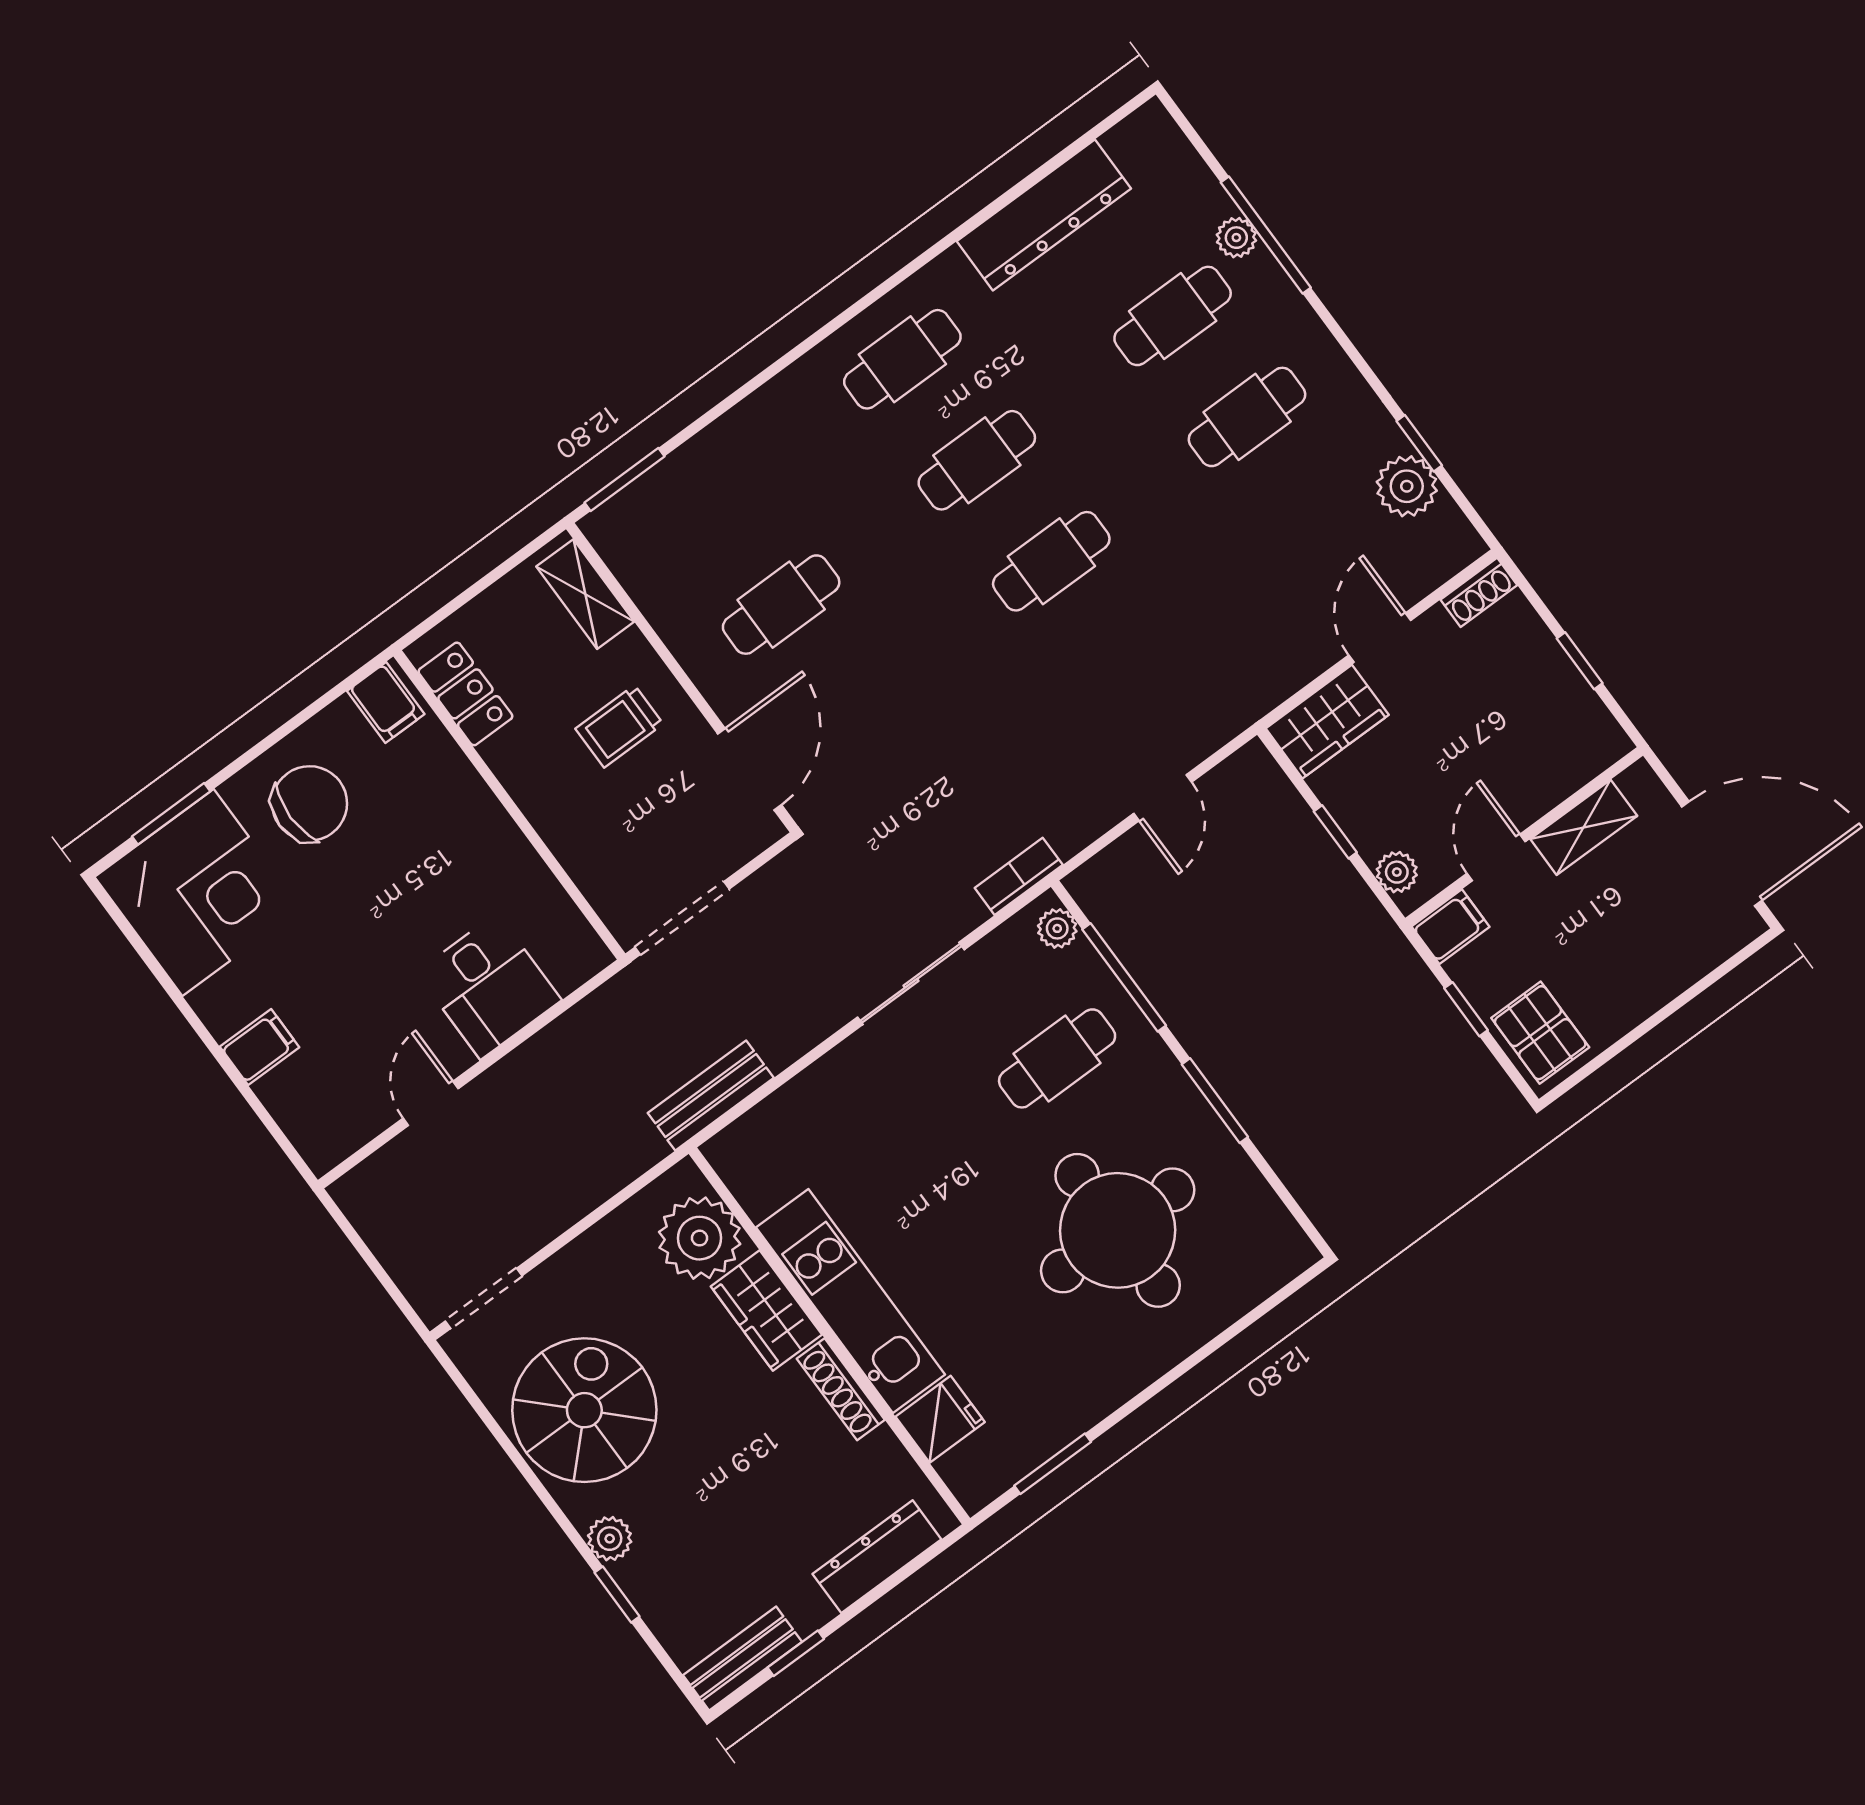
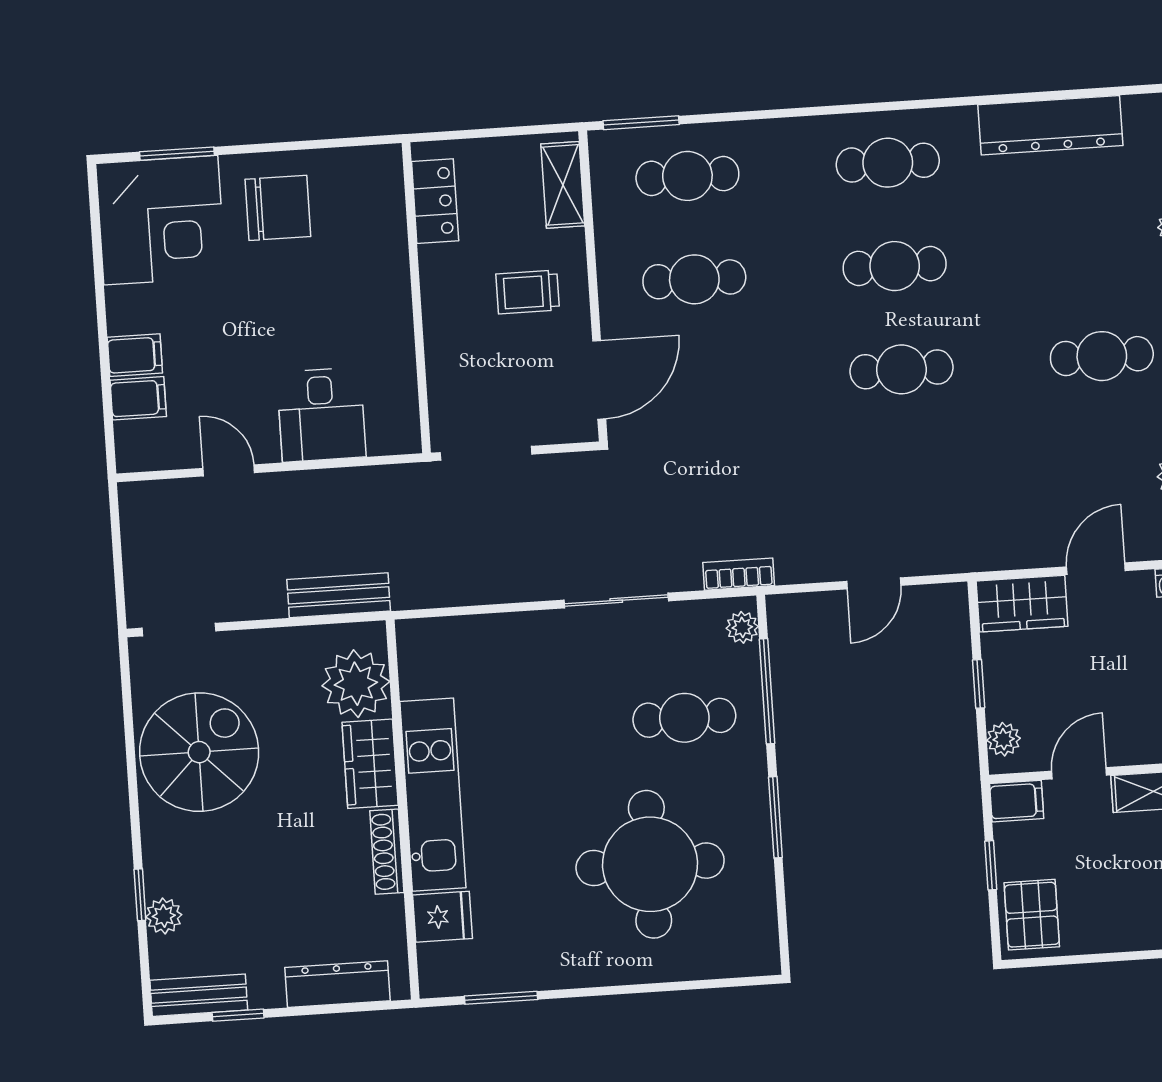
cafe table: (1173, 316) -> (687, 176), moved
filing cabinet: (386, 702) -> (138, 398), moved, turned -90
bench: (711, 1095) -> (339, 595), moved
door: (431, 1103) -> (229, 470), hinge flipped
plant: (610, 1539) -> (164, 916), moved

